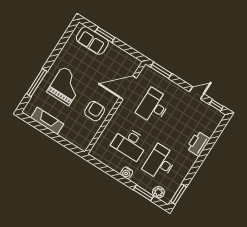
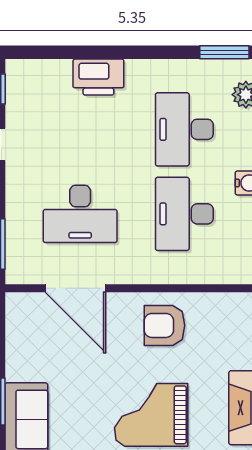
desk: (130, 143) -> (184, 214), turned 180
desk: (160, 162) -> (184, 129), turned 90

